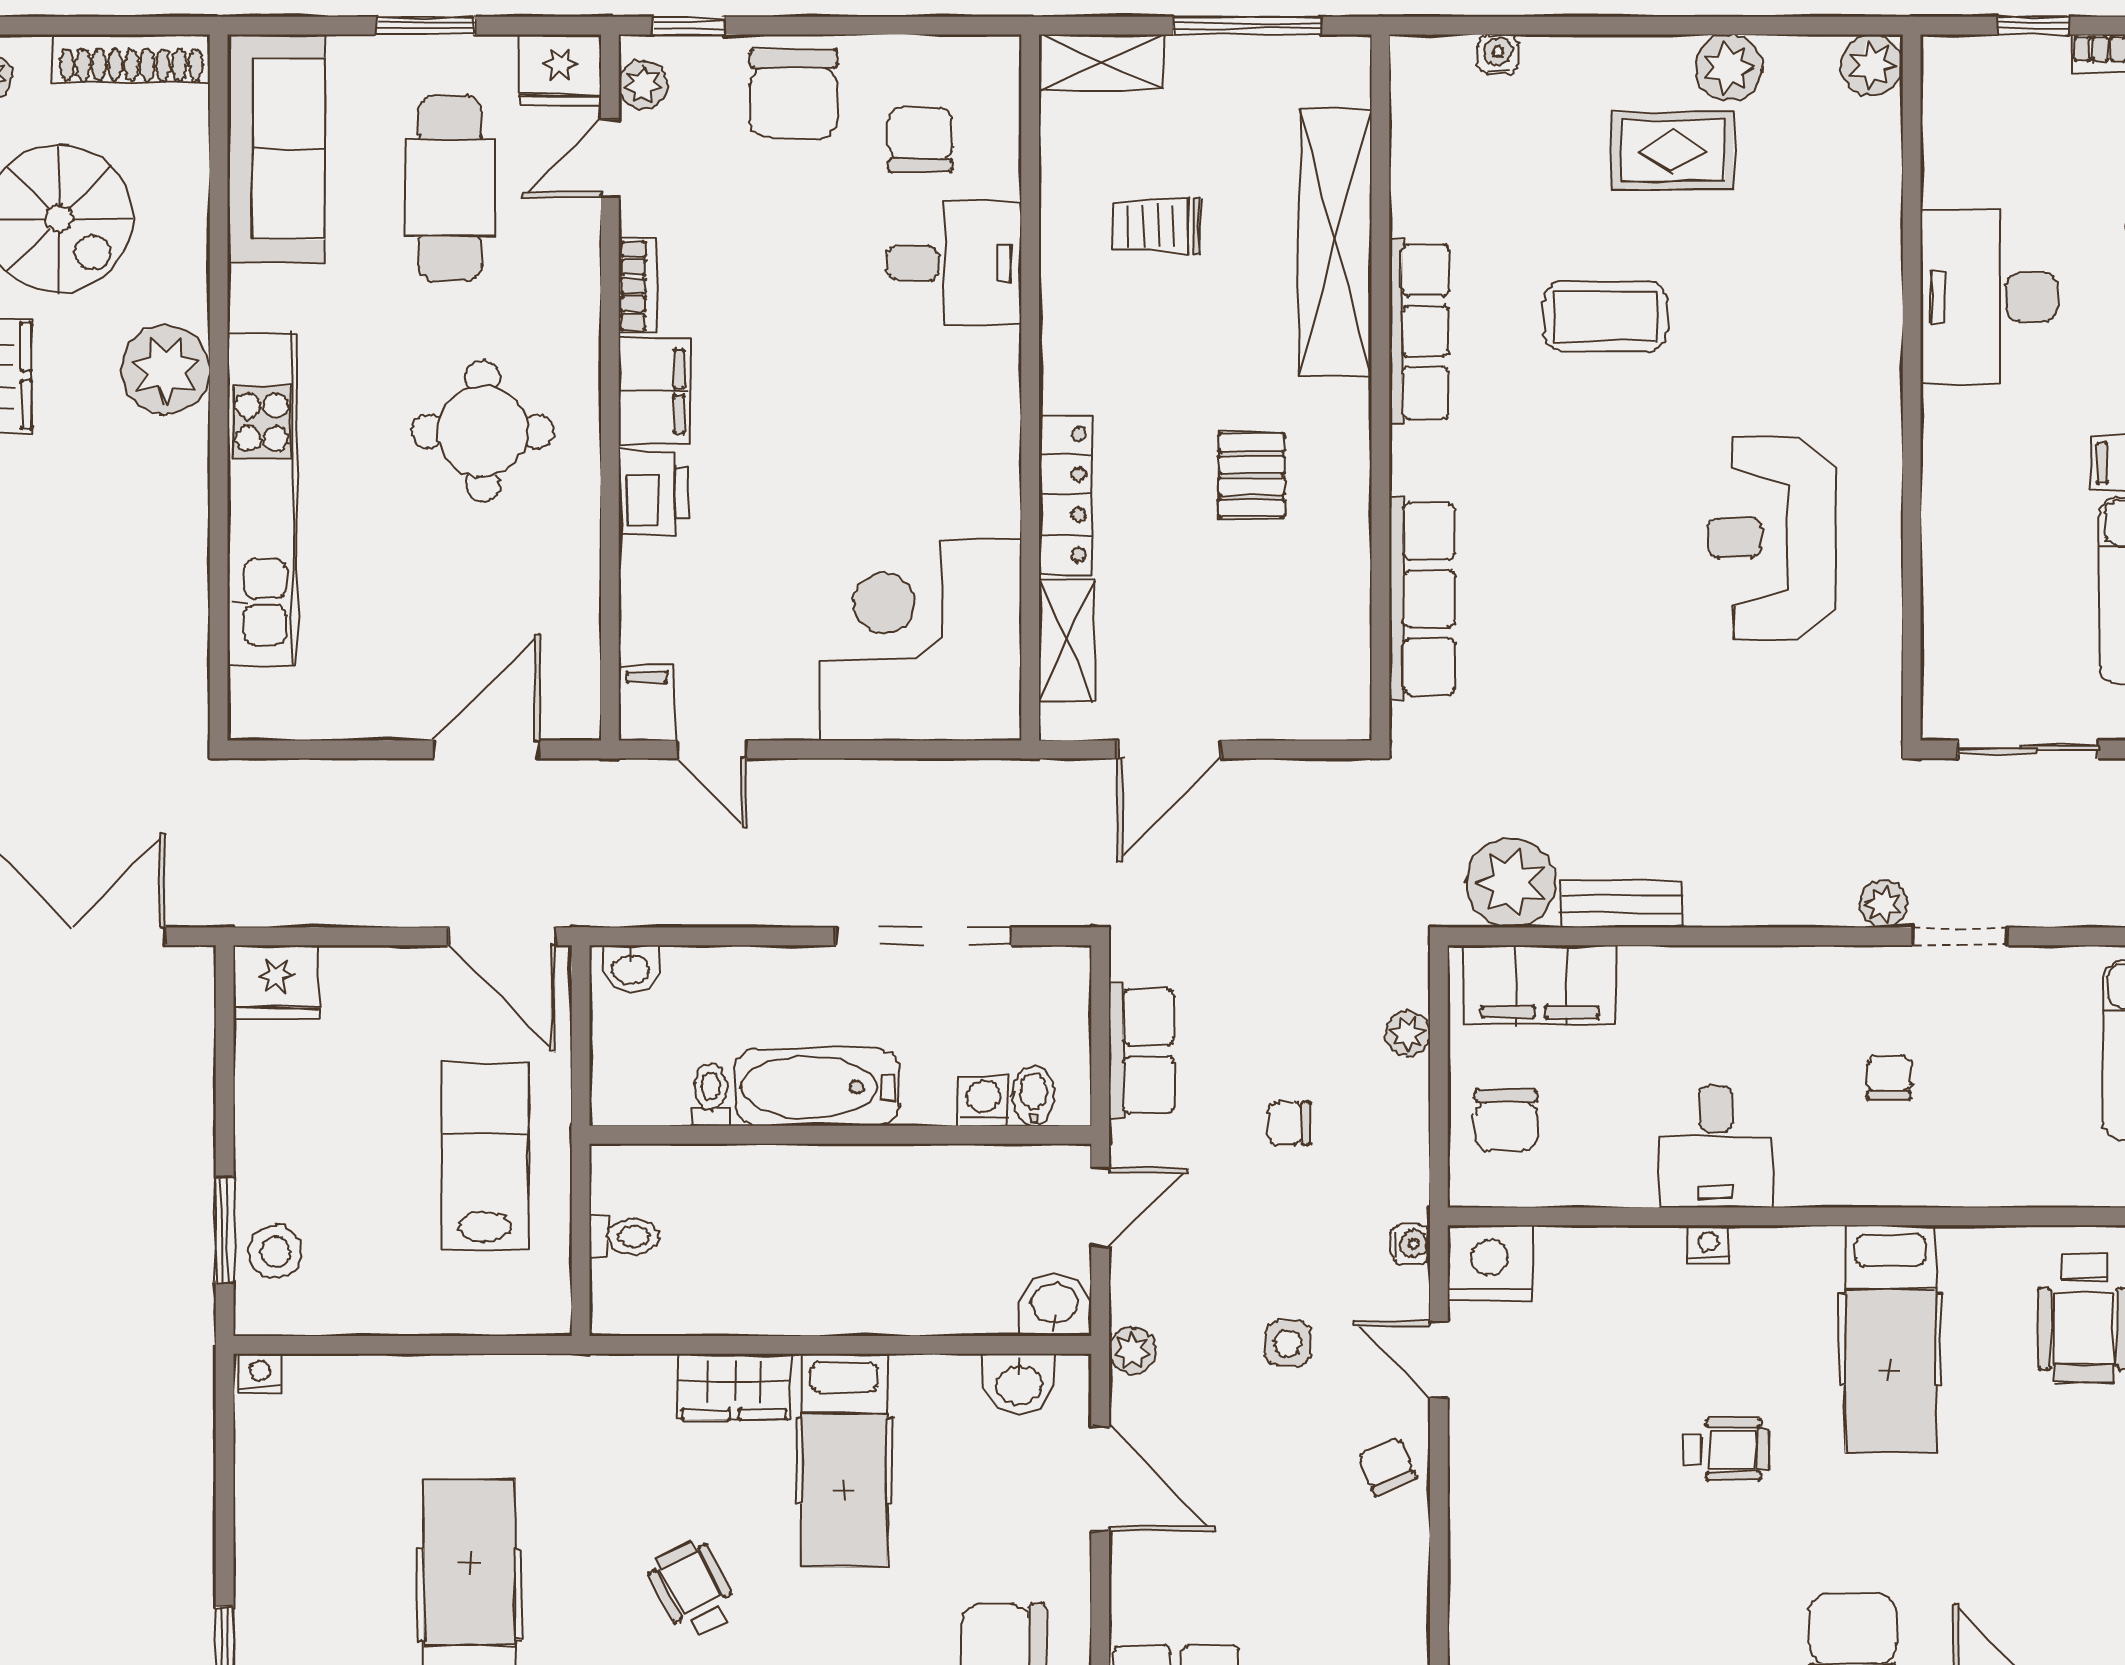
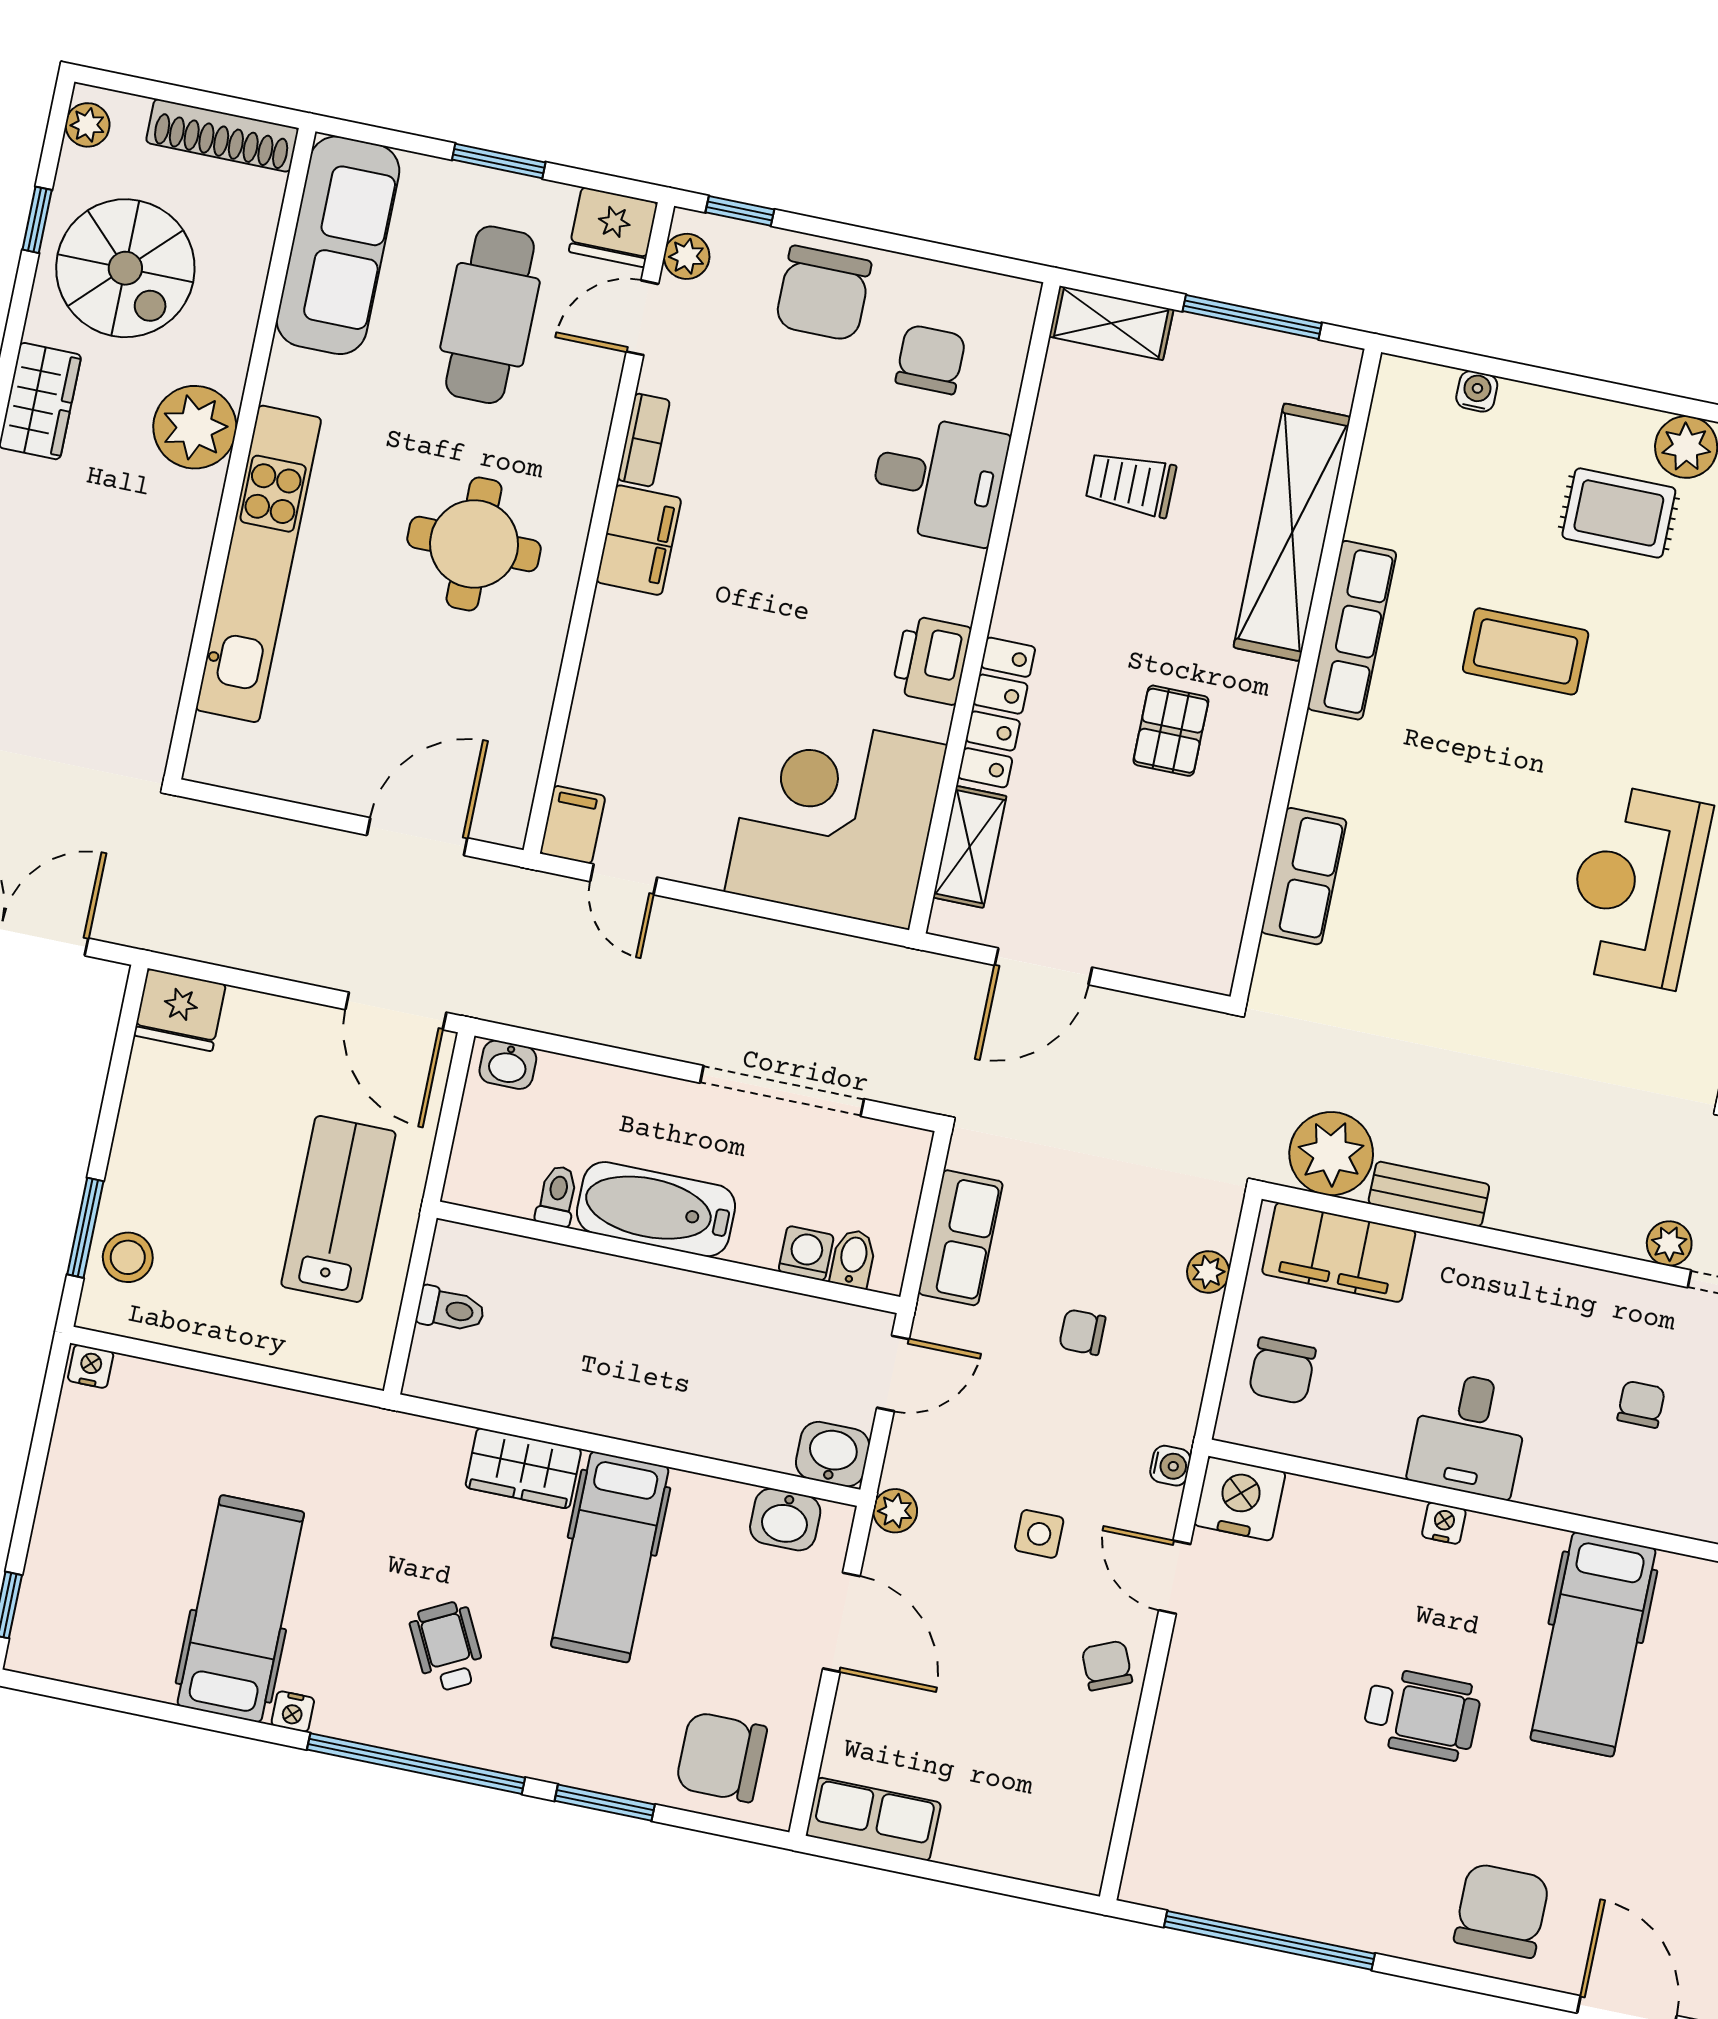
printer: (654, 492) -> (931, 660), moved, turned 180
row of seats: (1422, 599) -> (1304, 876), width x0.68
wheelchair: (1726, 1449) -> (1422, 1714), width x1.36, depth x1.37

